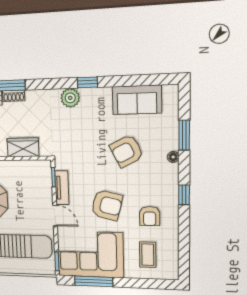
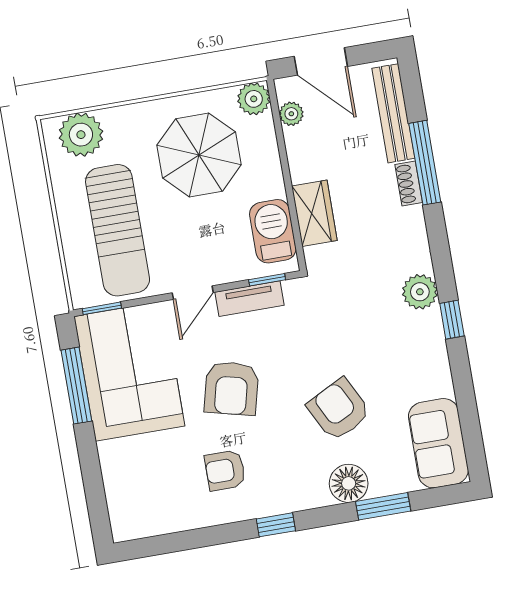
sofa: (137, 100) -> (438, 443), moved
floor lamp: (173, 157) -> (349, 483), width x1.89, depth x1.89
barbecue: (29, 170) -> (273, 231), added
coffee table: (148, 255) -> (151, 479), removed

